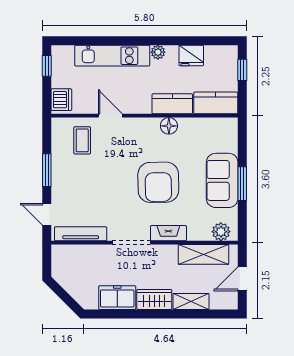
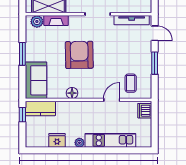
window: (47, 66) -> (155, 133), removed
window: (242, 70) -> (22, 115), moved
kitchen counter: (172, 104) -> (70, 108), removed
door: (110, 116) -> (112, 100), swing flipped
sofa: (222, 180) -> (36, 80), moved
fireplace: (168, 233) -> (56, 21), moved

